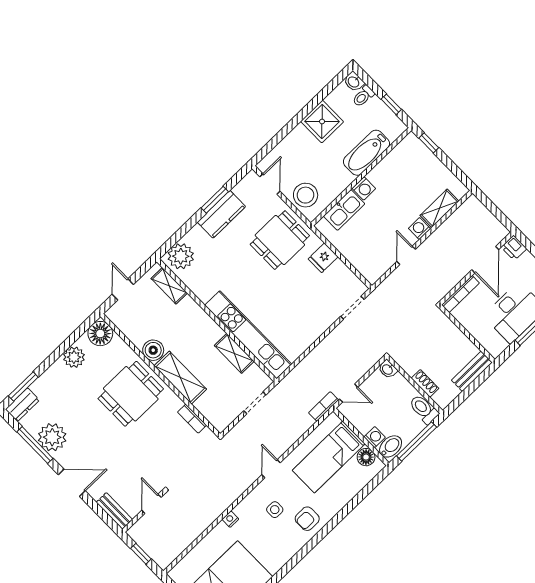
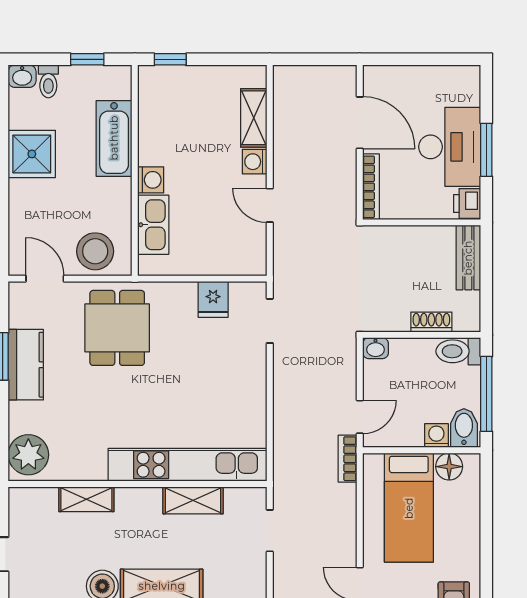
printer: (514, 248) -> (467, 204), moved, turned 90
fridge: (323, 258) -> (213, 299), moved
shelving: (169, 286) -> (86, 499), moved

